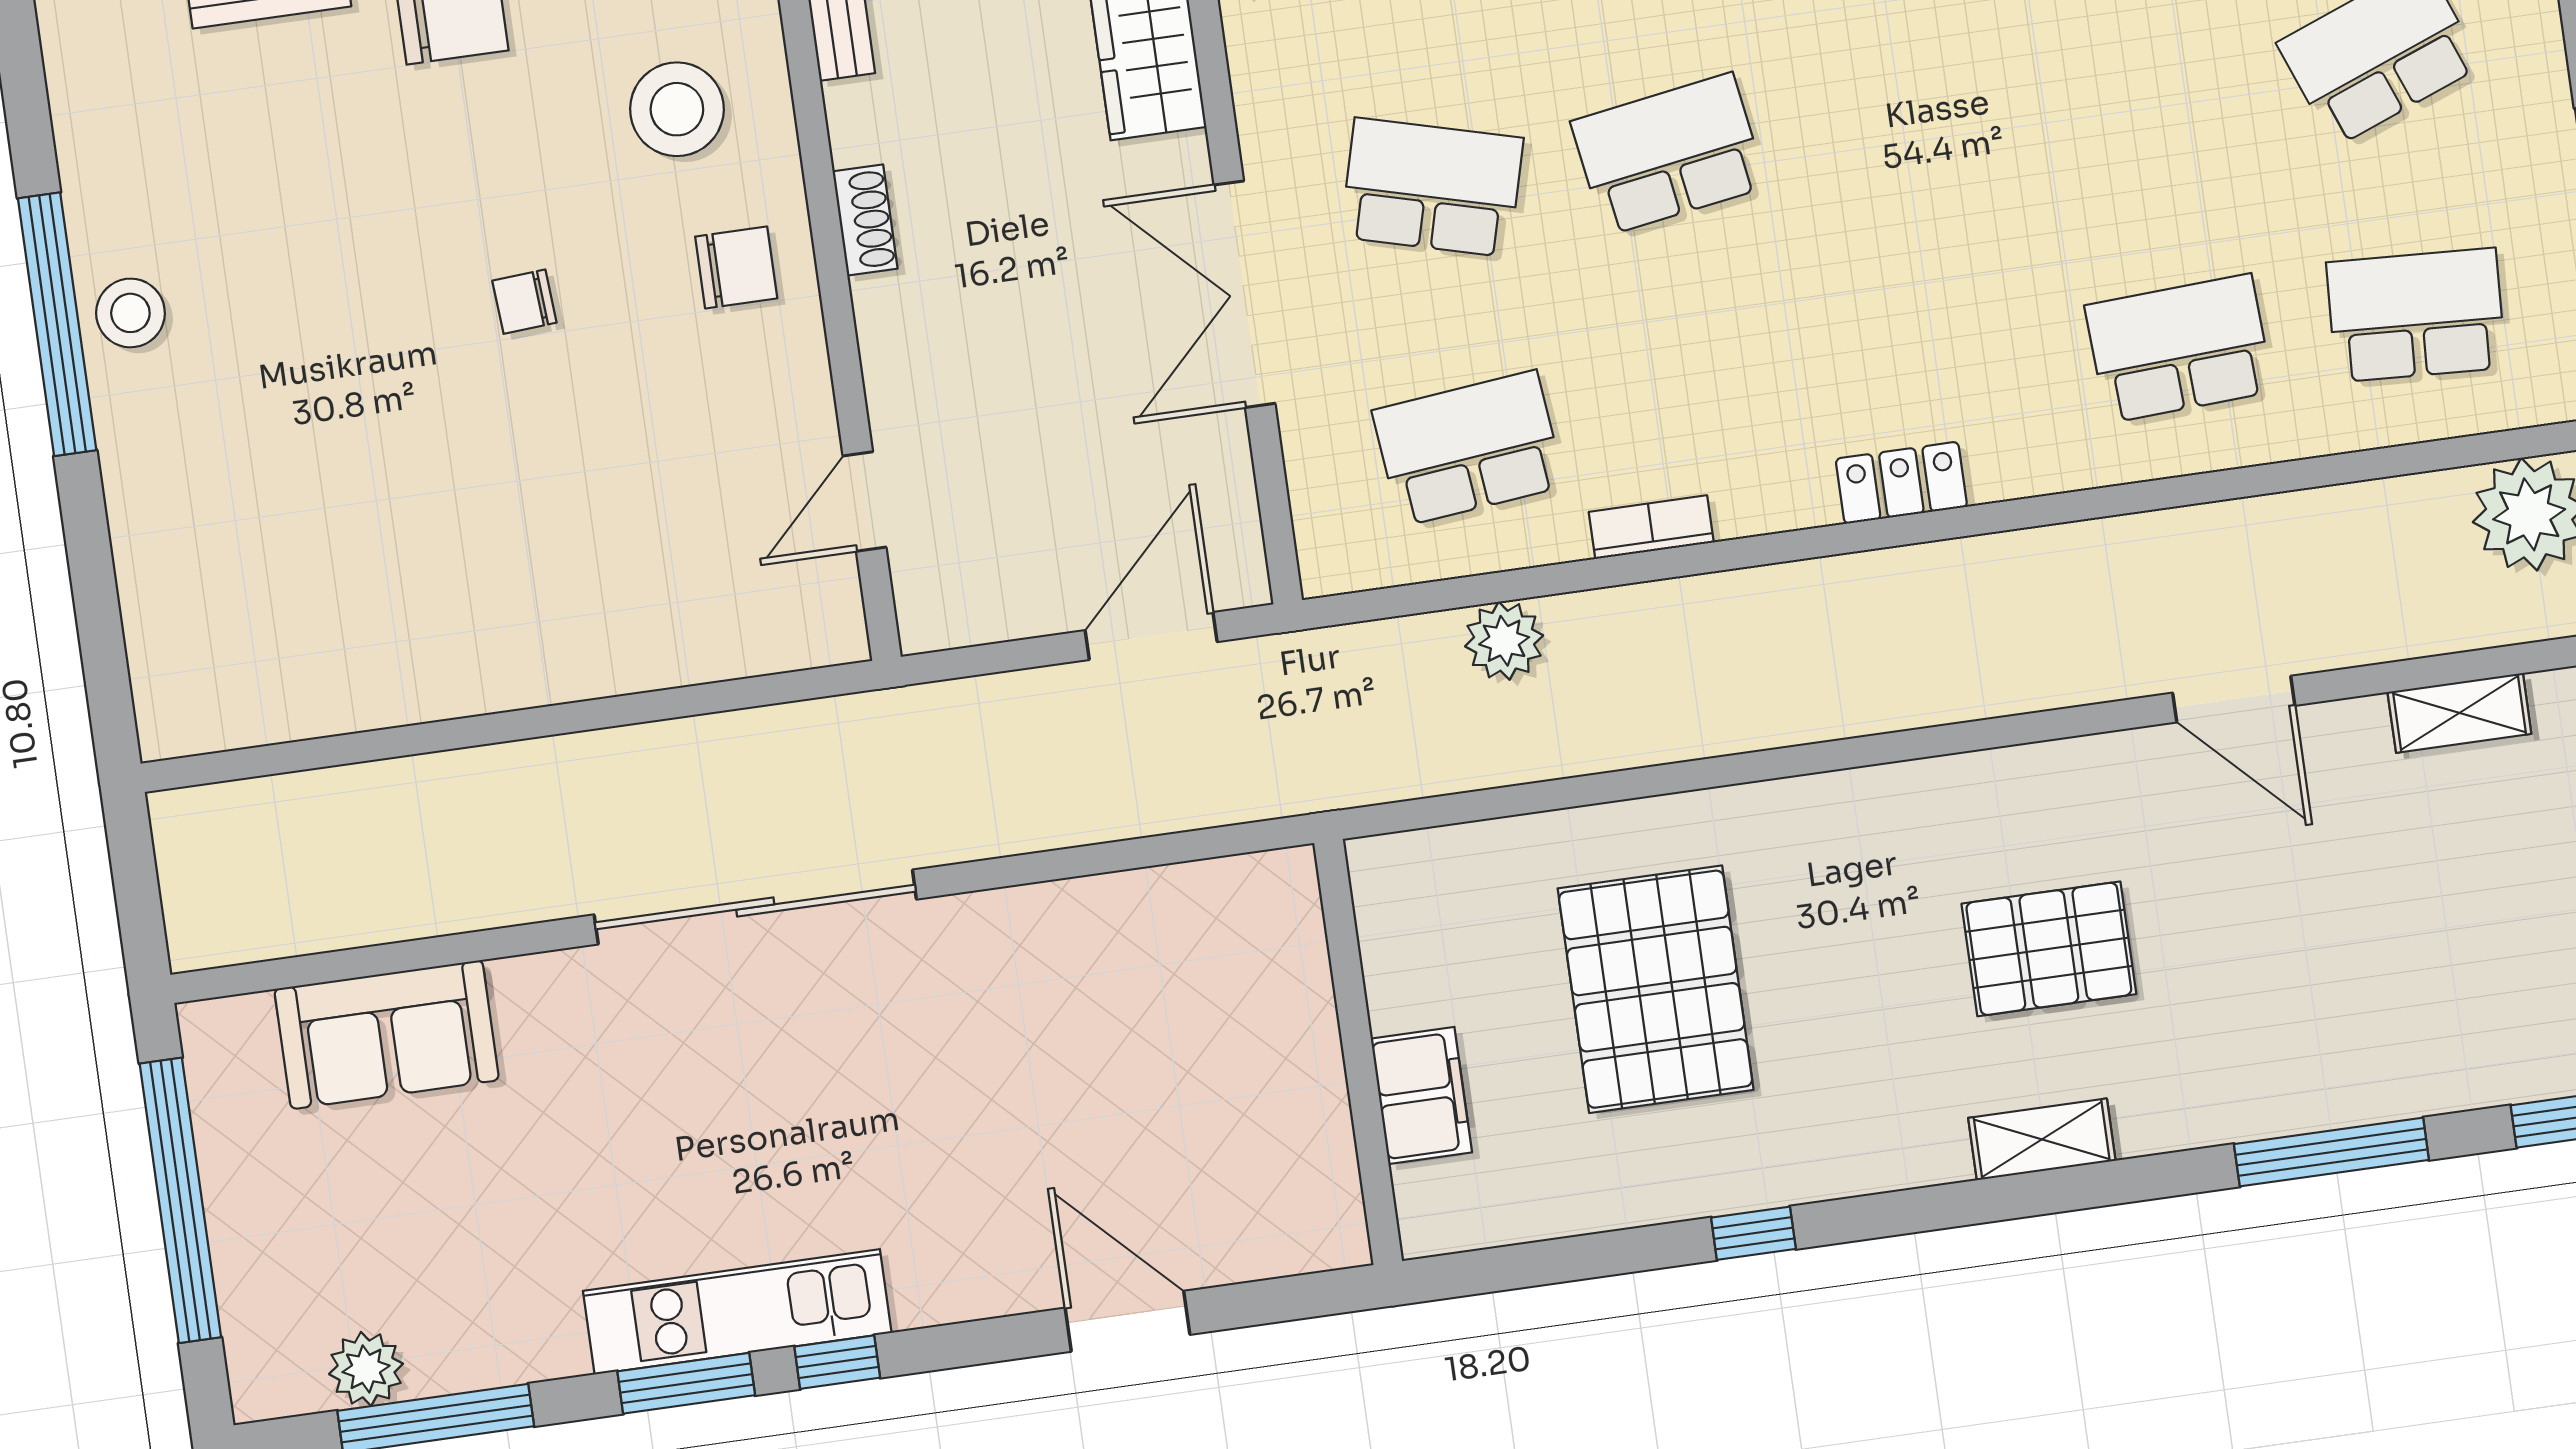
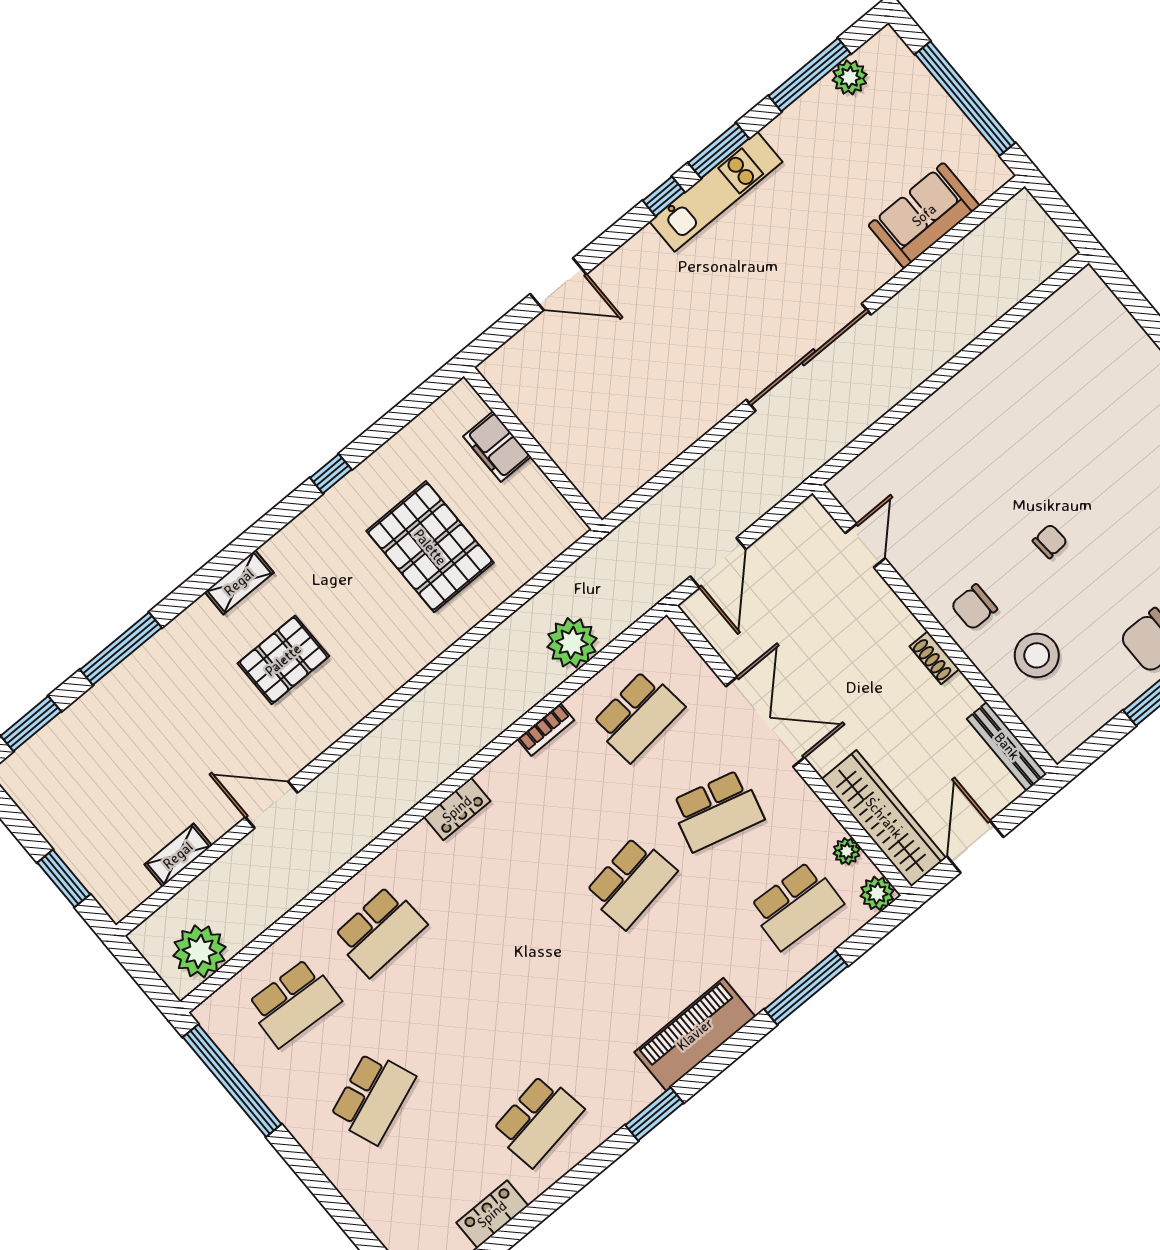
plant: (1504, 641) -> (572, 643), width x1.36, depth x1.36

